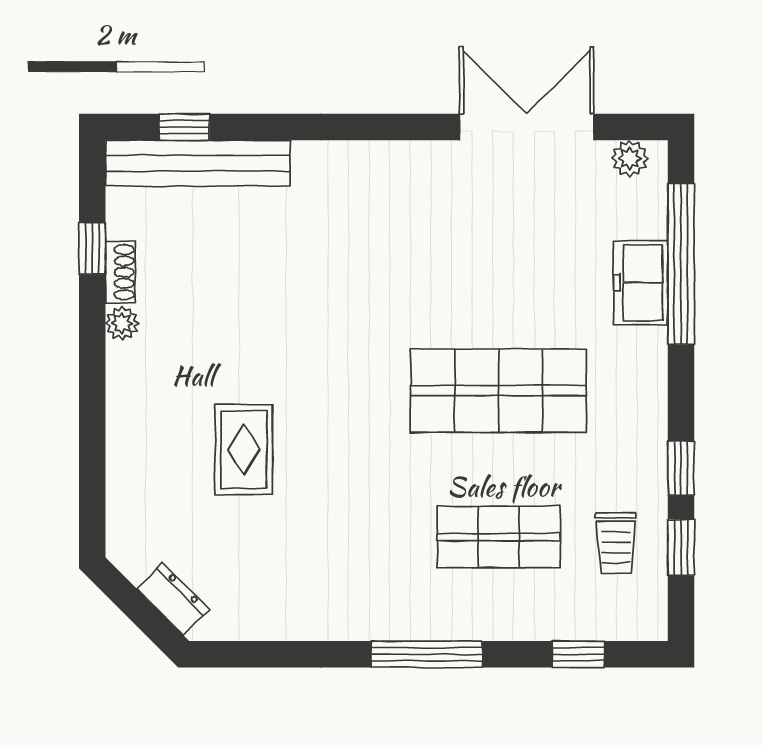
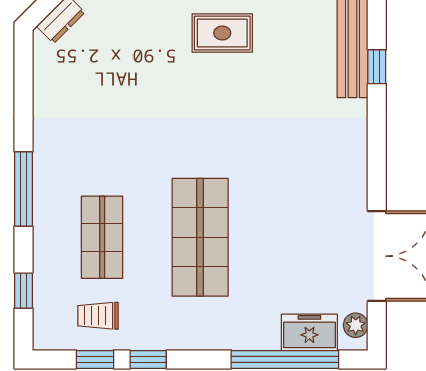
window: (184, 127) -> (377, 67), moved
freezer: (641, 283) -> (309, 332), moved
rug: (244, 450) -> (222, 33), moved

